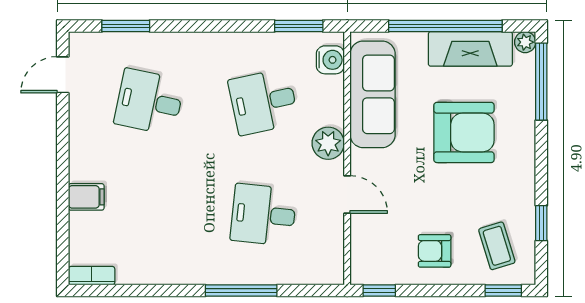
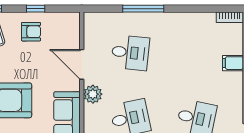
door: (347, 194) -> (82, 64), width x1.37
window: (379, 291) -> (36, 9), moved

